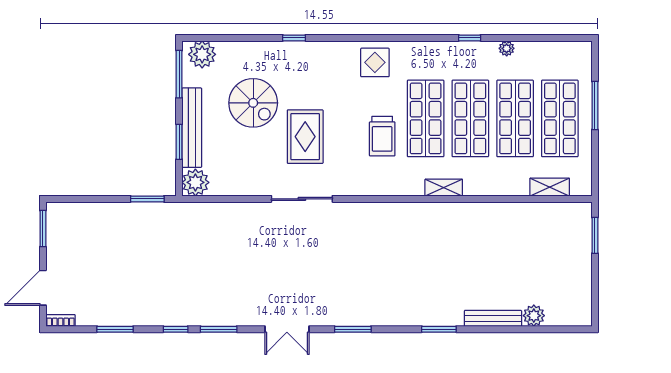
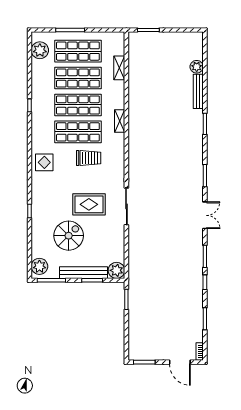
plant: (507, 48) -> (40, 50), moved, width x1.88, depth x1.88
shelving: (550, 187) -> (119, 68), moved

